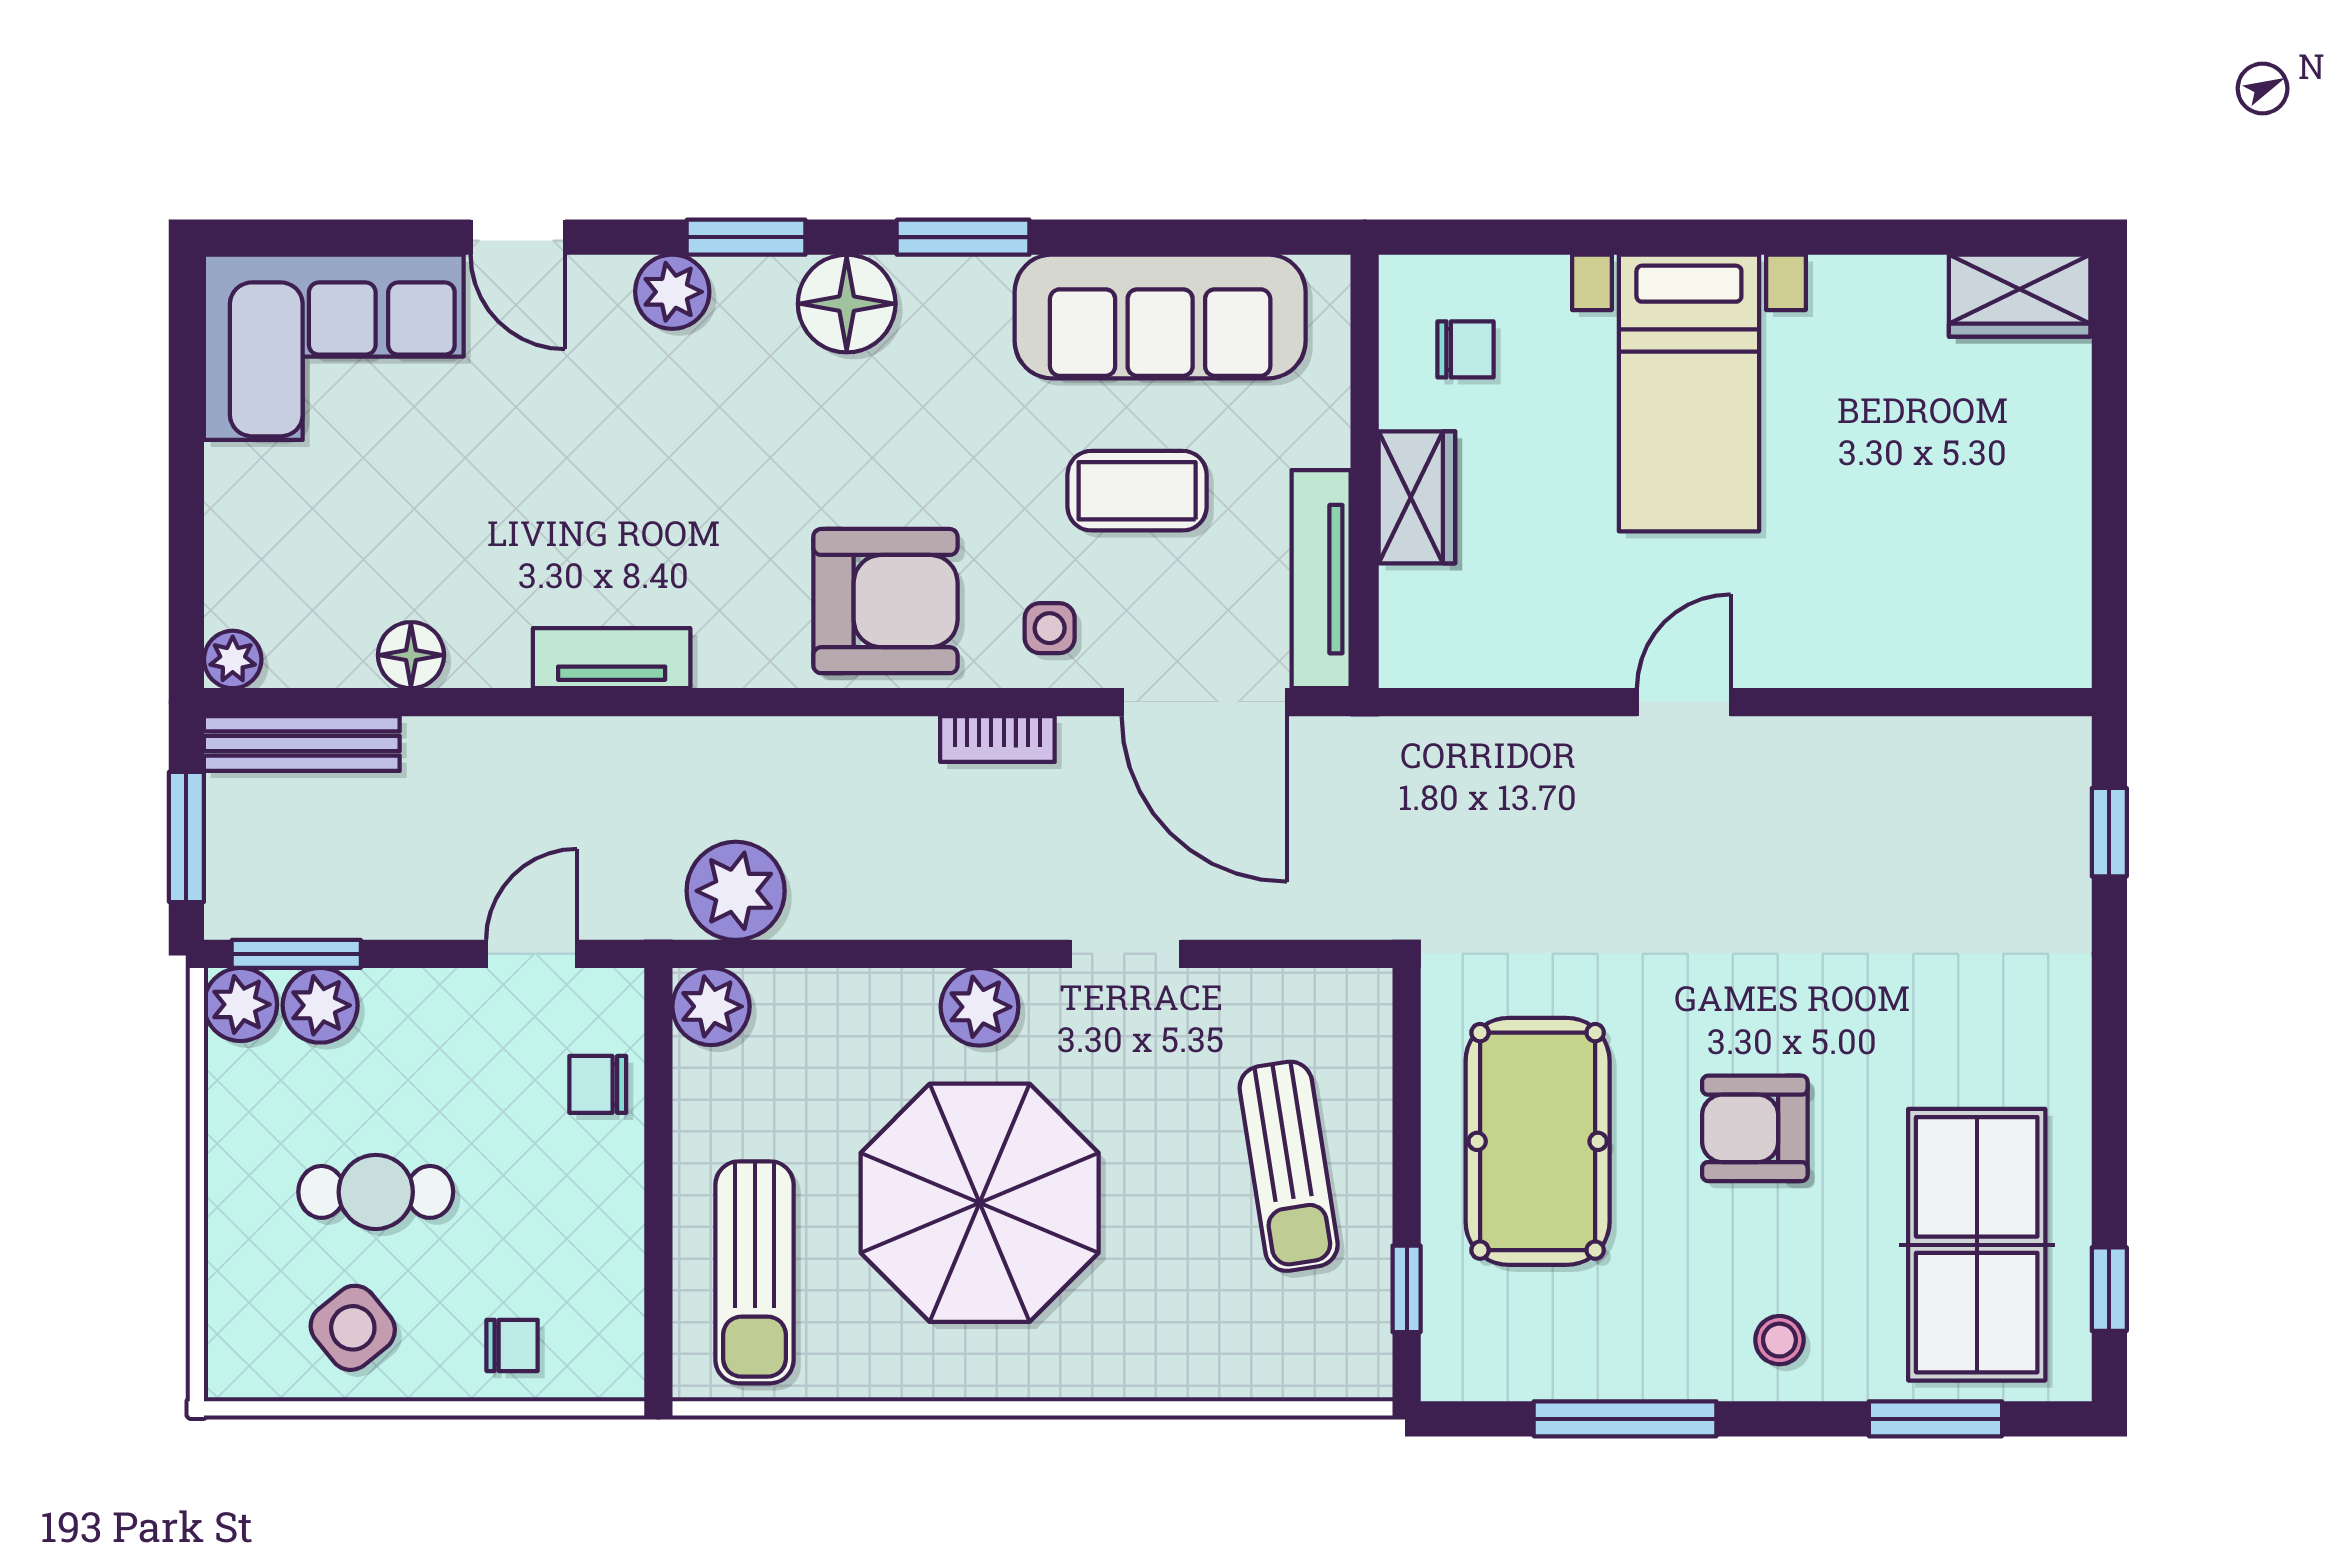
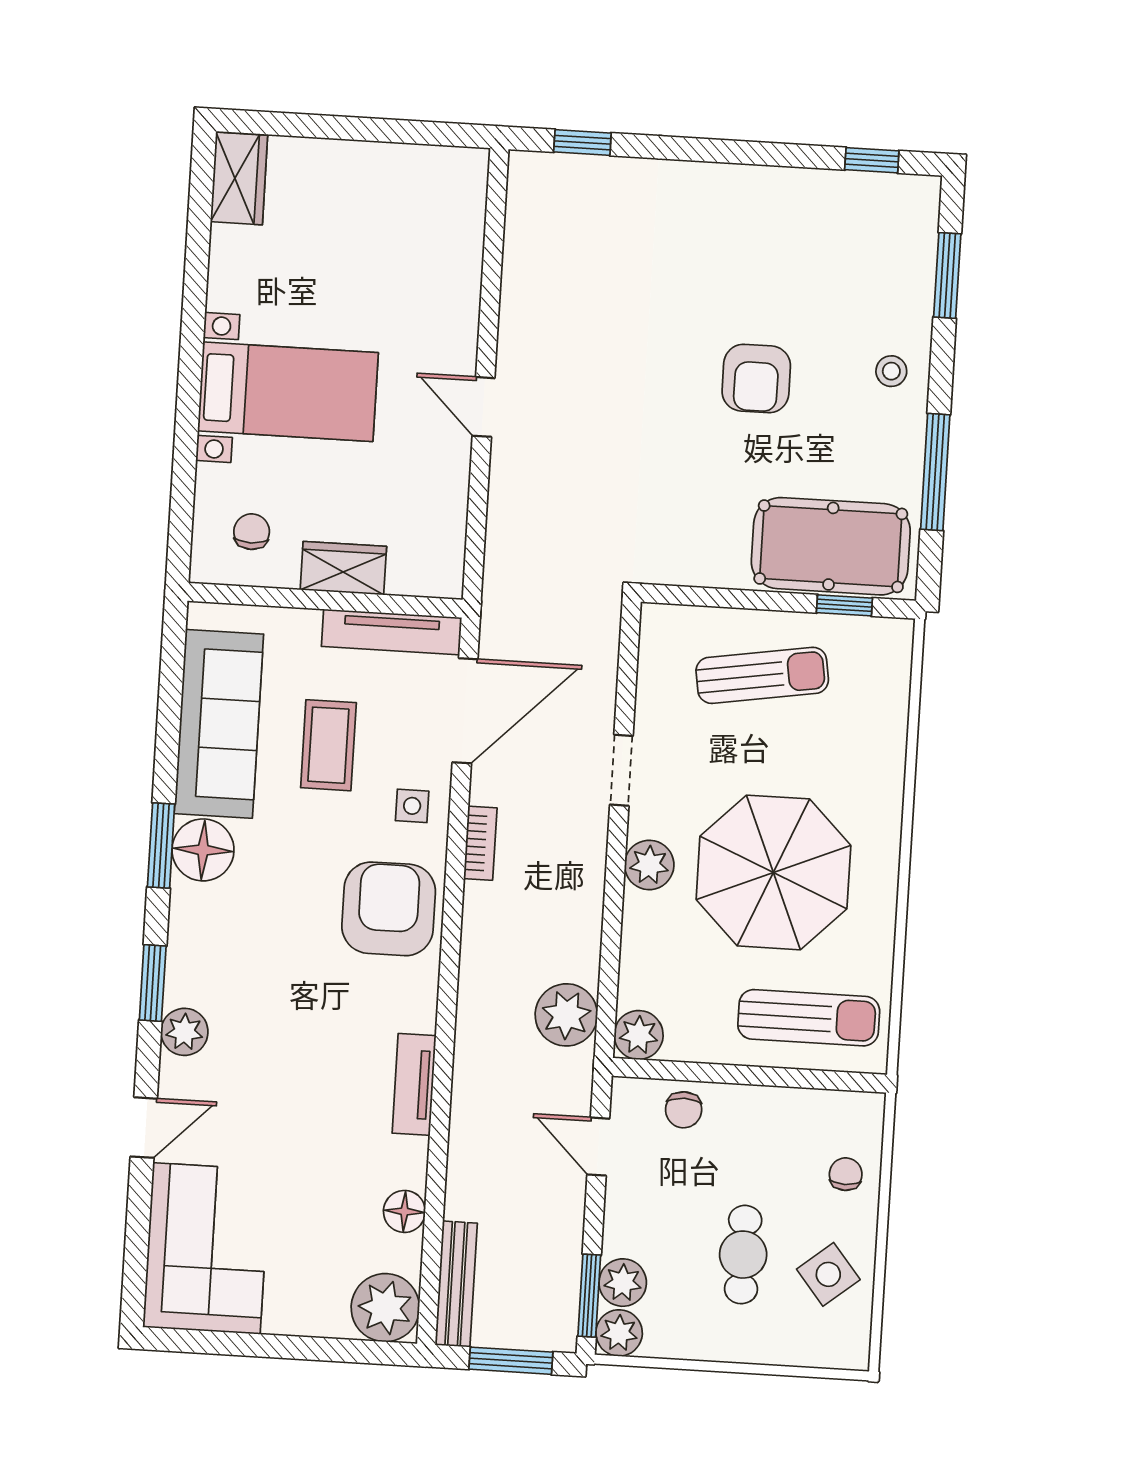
floor lamp: (847, 304) -> (203, 850), moved
plant: (233, 659) -> (385, 1308), width x1.88, depth x1.88
pool table: (1538, 1141) -> (831, 546), moved
table tennis table: (1977, 1245) -> (839, 242), removed

